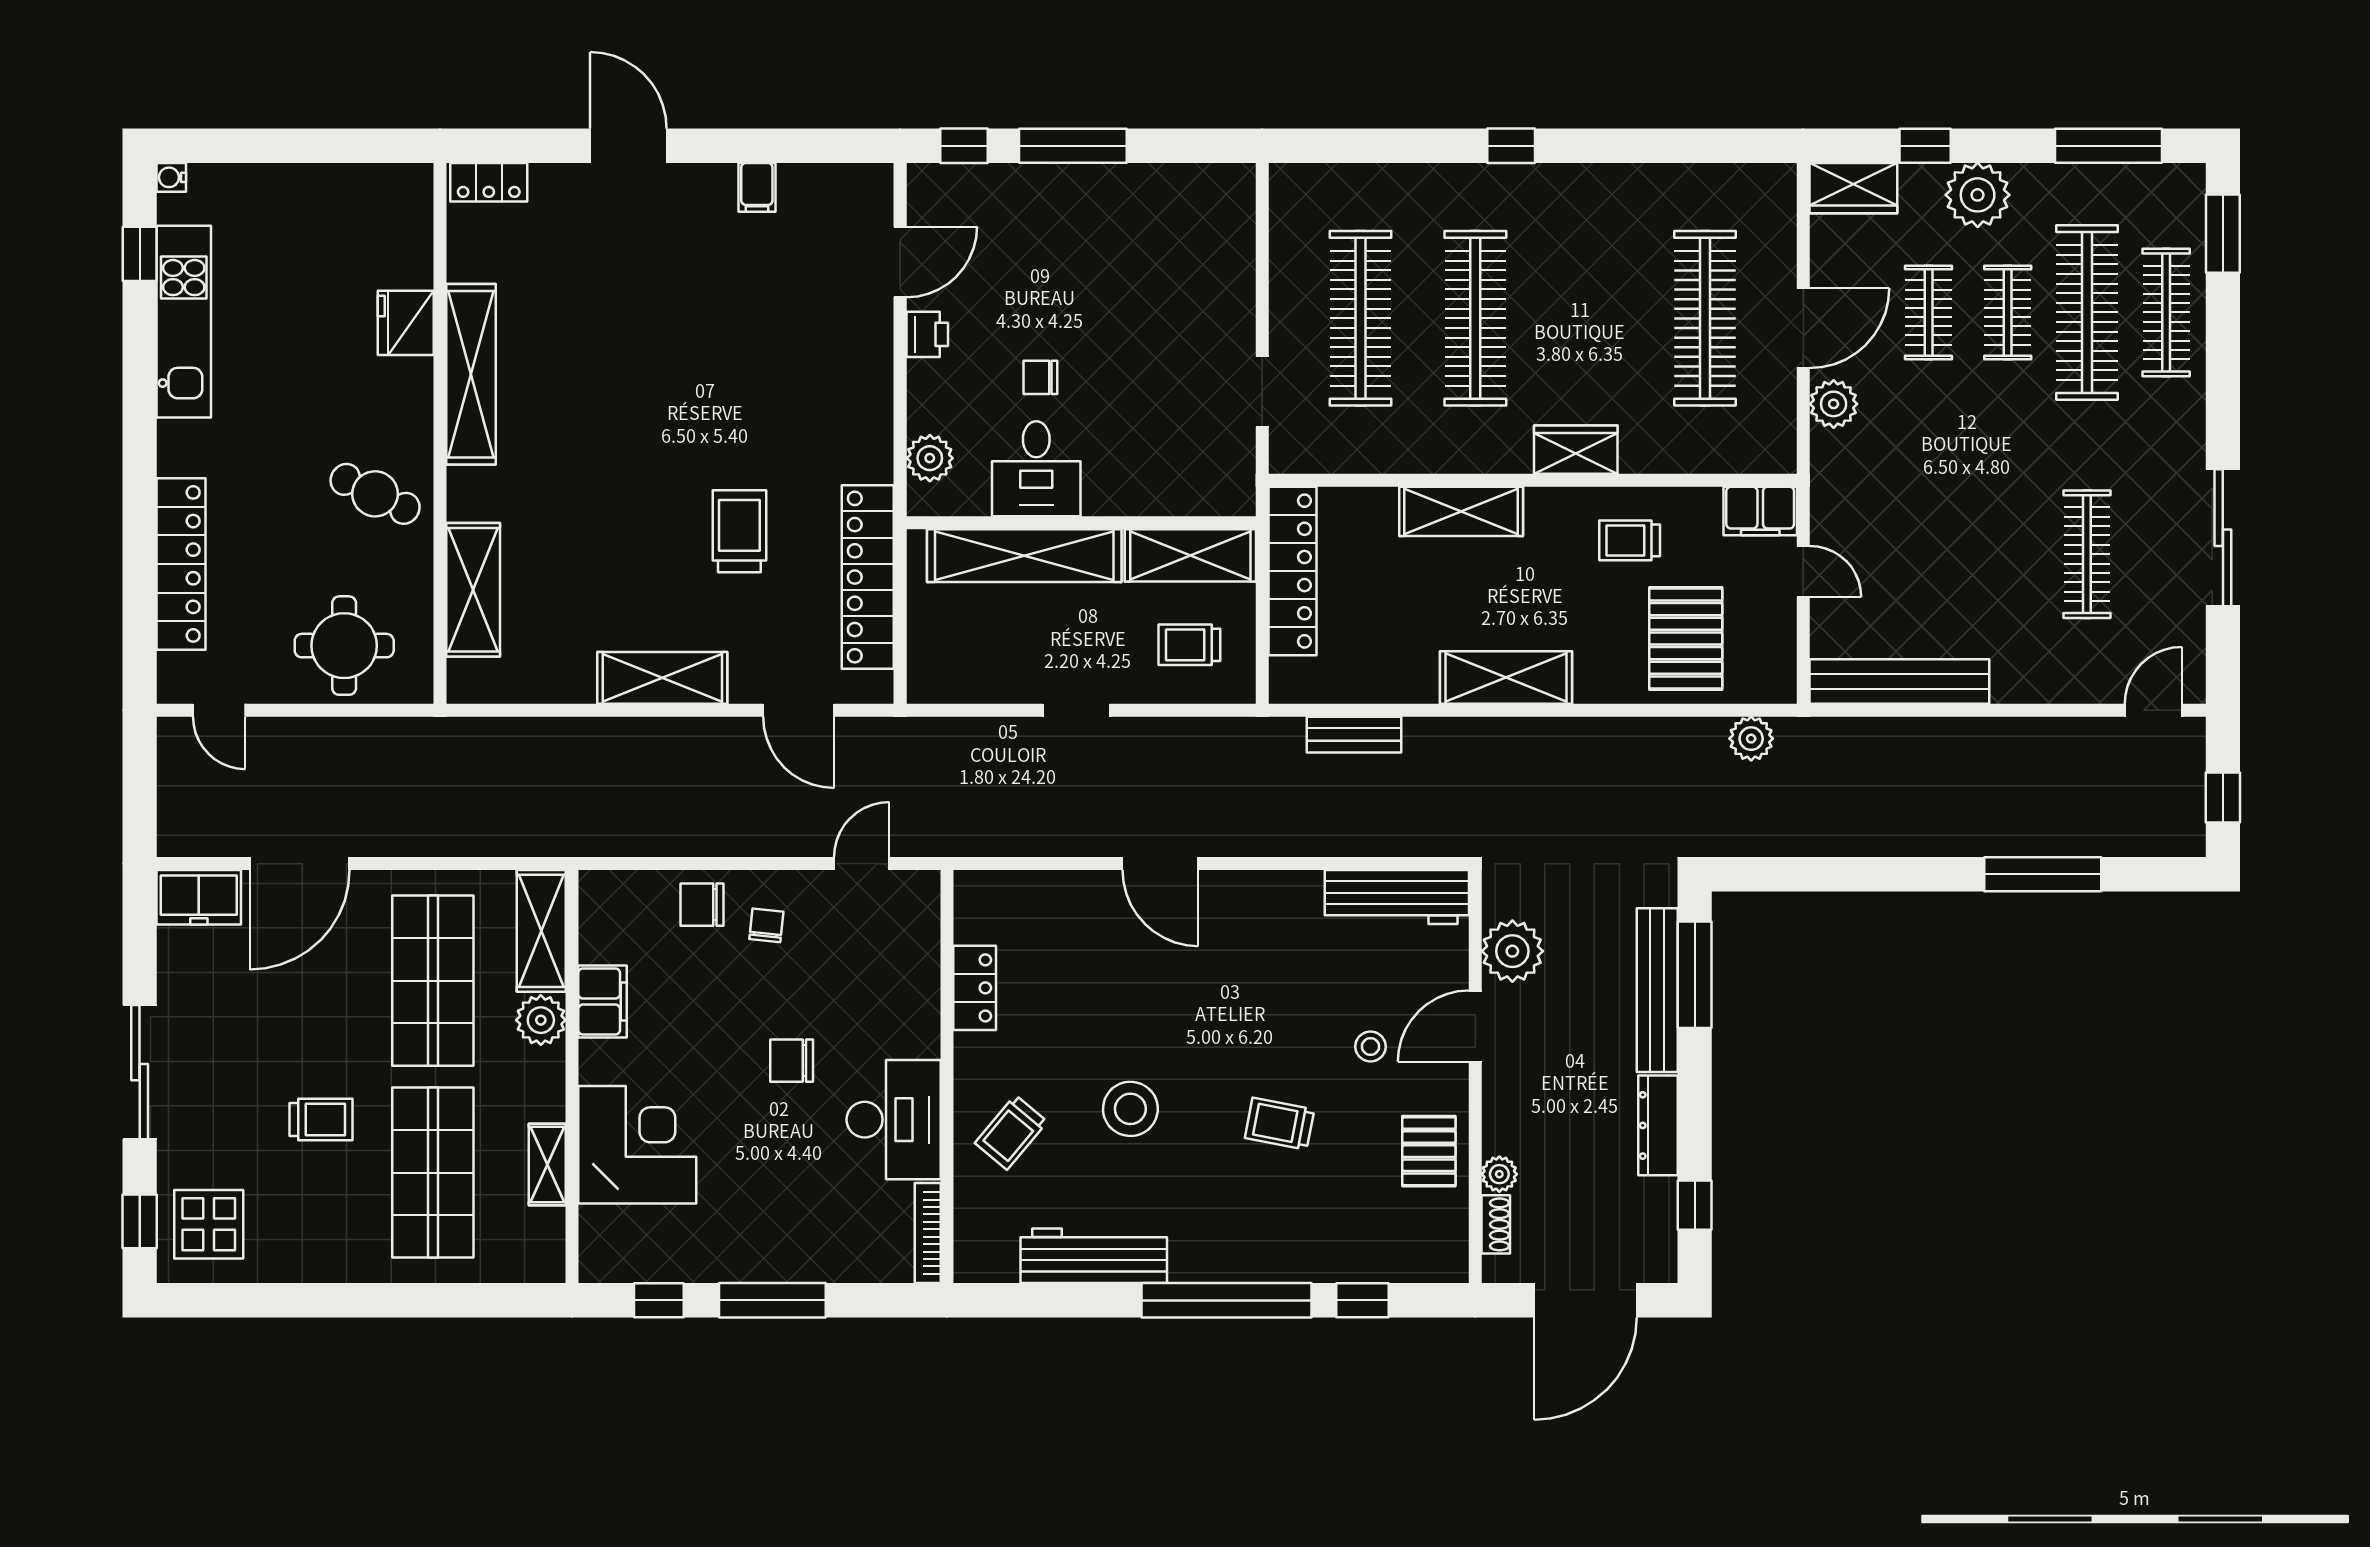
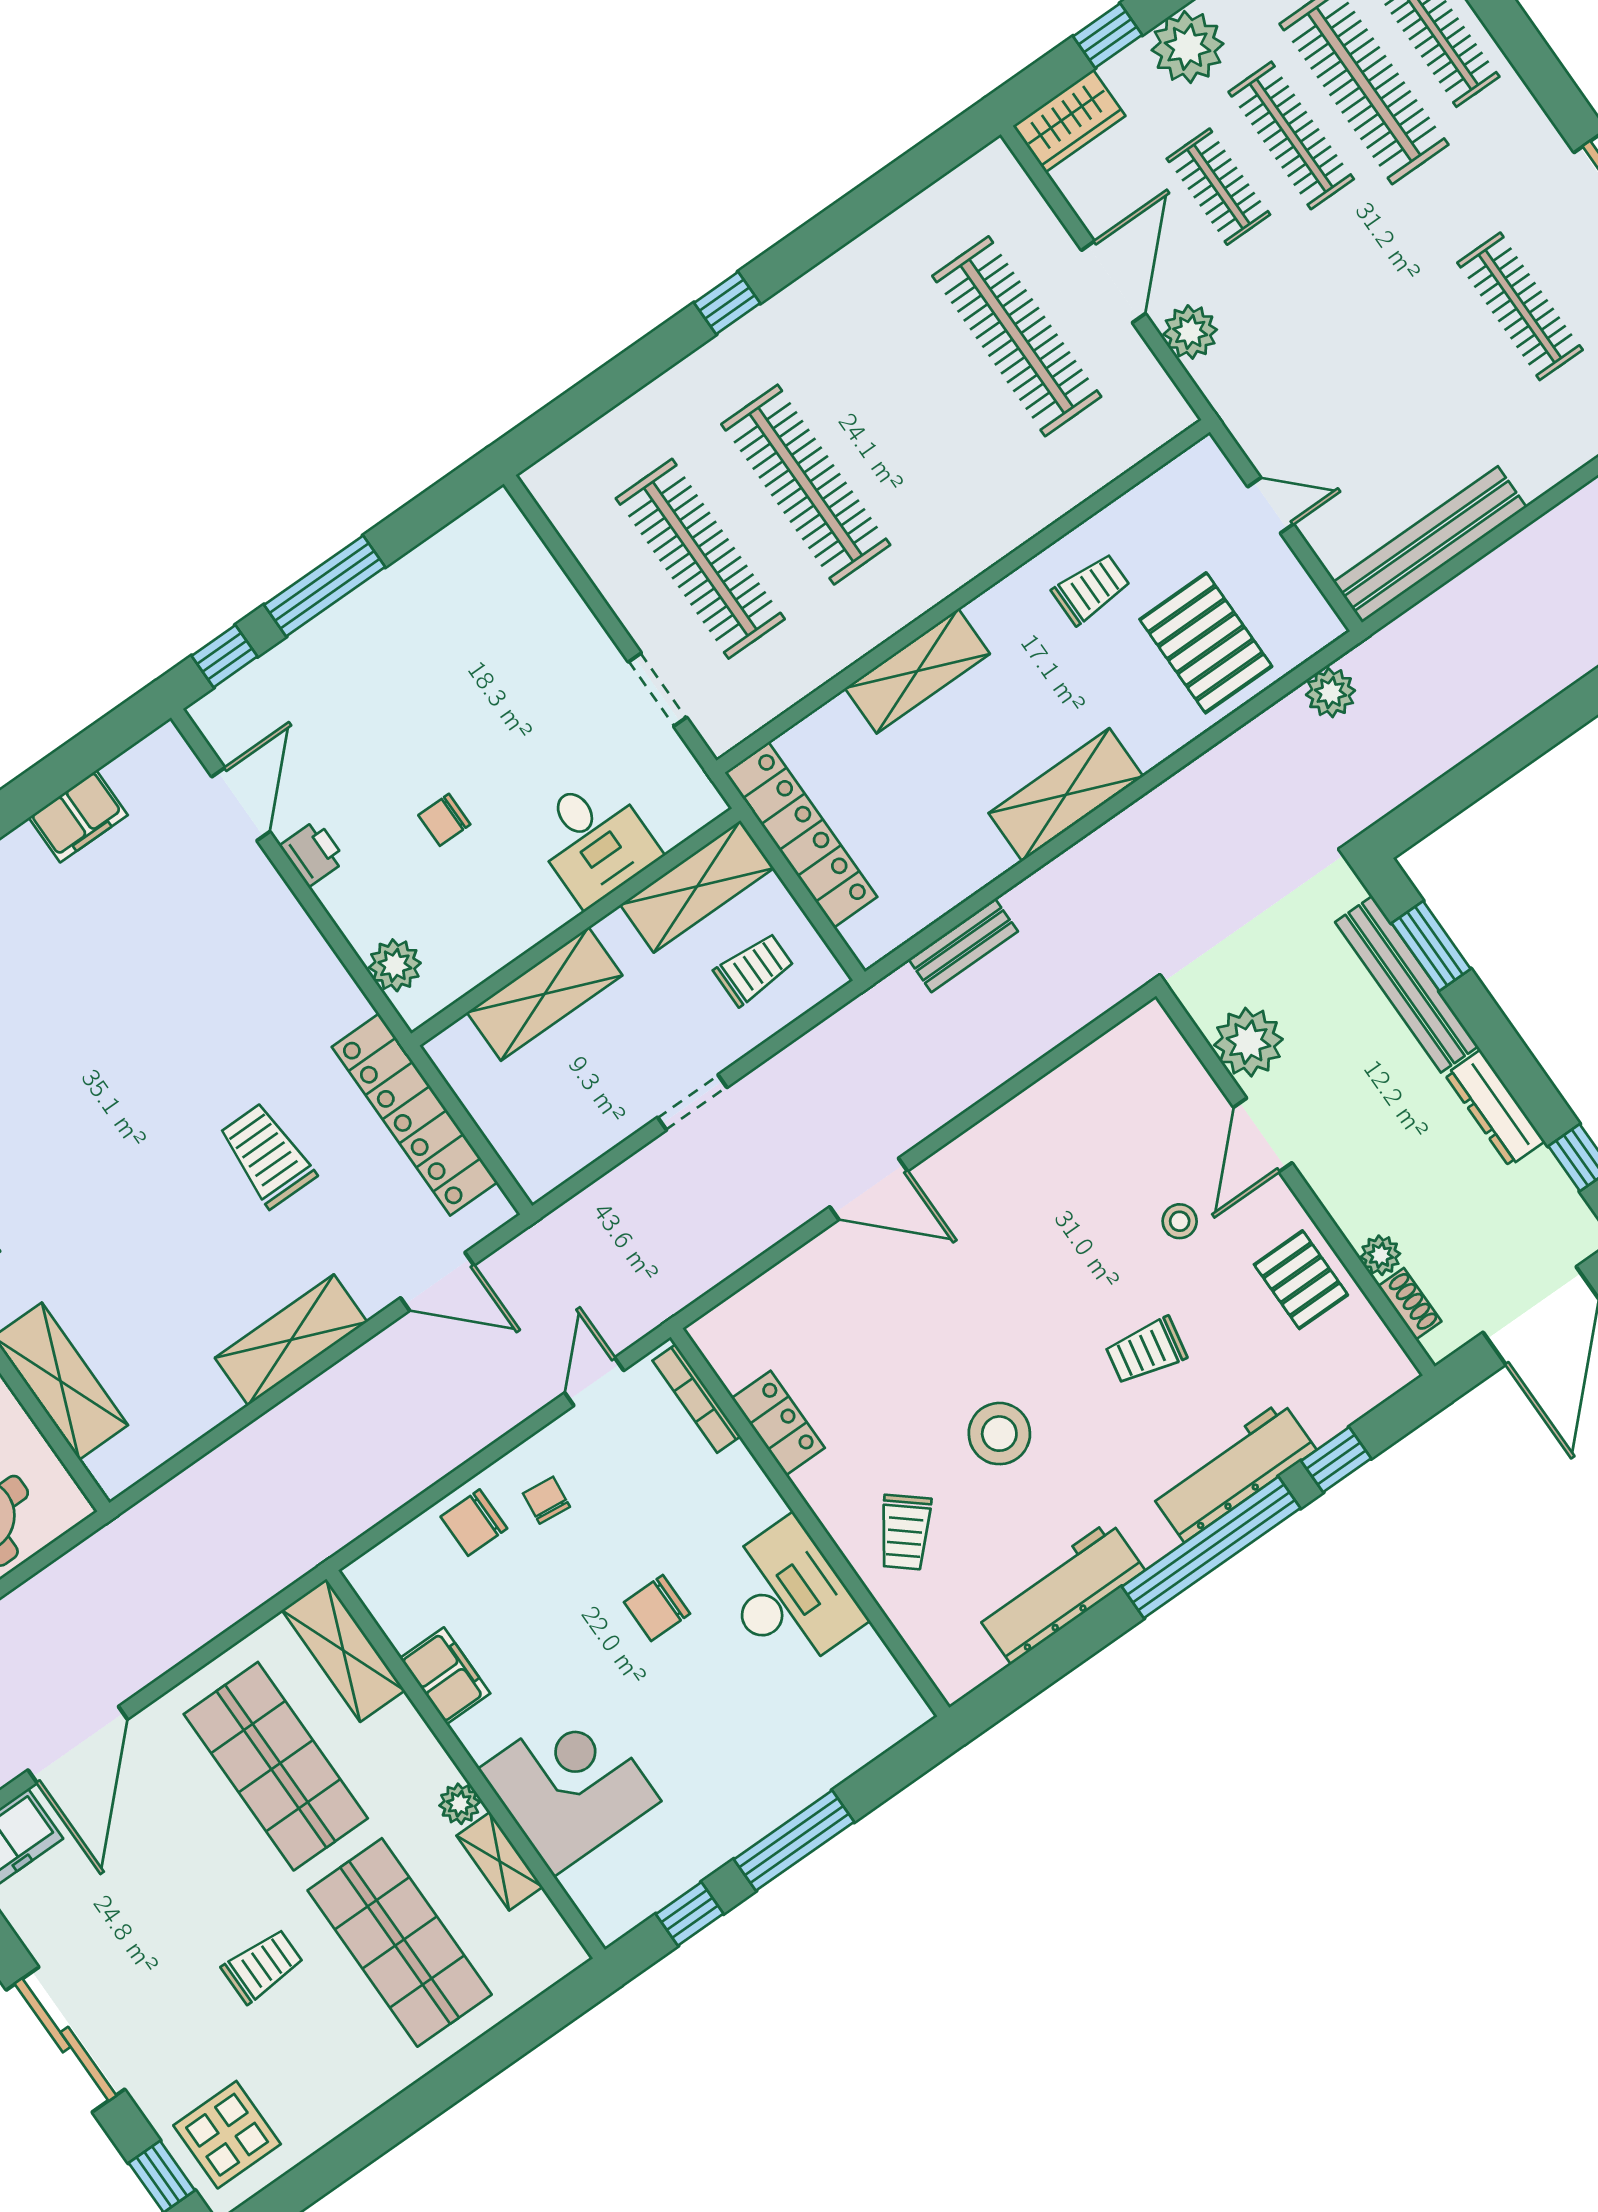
filing cabinet: (757, 187) -> (78, 816), width x2.00
clothes rail: (2008, 312) -> (1291, 135), width x1.36
wardrobe: (1576, 450) -> (983, 540), removed
desk: (1036, 469) -> (594, 840), moved
filing cabinet: (1760, 511) -> (1192, 478), removed
trolley: (1630, 540) -> (1091, 589), turned 180
shelving: (1024, 556) -> (545, 994), width x0.68
trolley: (1189, 645) -> (754, 969), turned 180
workbench: (1397, 897) -> (1233, 1471), moved, turned 180
window: (1695, 975) -> (1431, 946), width x0.69
plant: (541, 1020) -> (460, 1804), moved, width x0.73, depth x0.73
bookcase: (928, 1233) -> (697, 1398), moved

